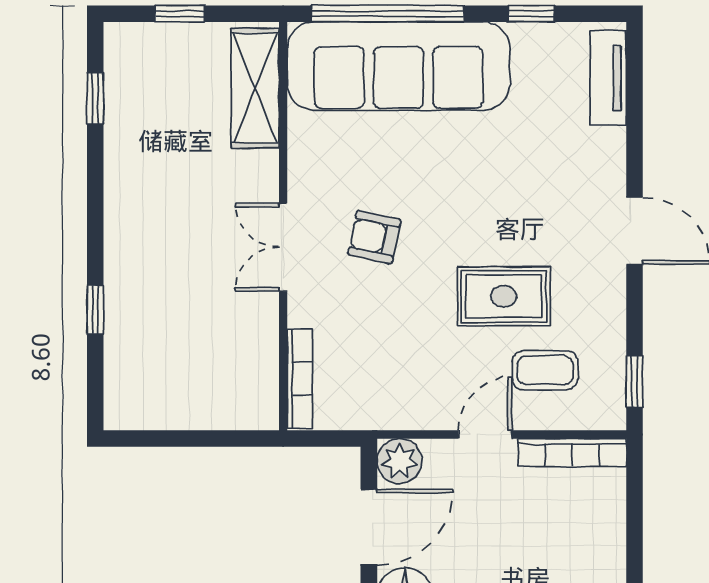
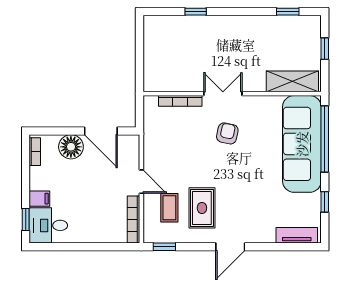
rug: (504, 296) -> (202, 208), moved
bookcase: (300, 379) -> (180, 101), moved
plant: (400, 461) -> (130, 144), removed

